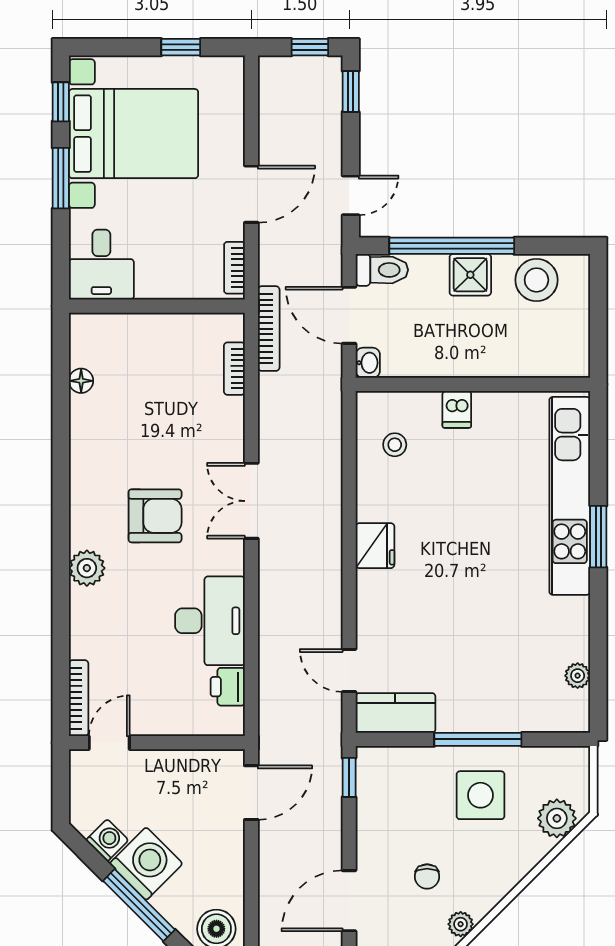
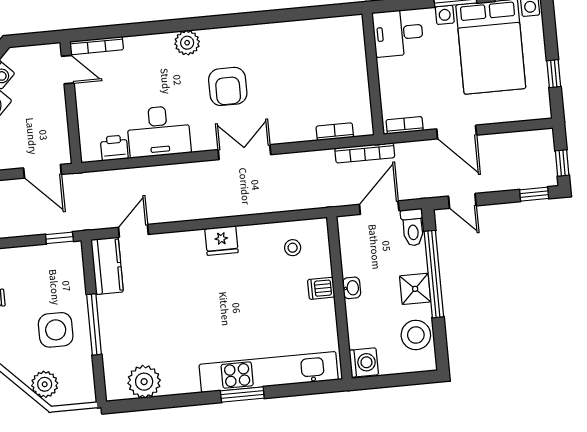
washing machine: (569, 358) -> (364, 363), added
washbasin: (368, 363) -> (352, 288), moved, turned -90
floor lamp: (81, 381) -> (316, 26), removed
plant: (578, 676) -> (144, 382), width x1.88, depth x1.88

